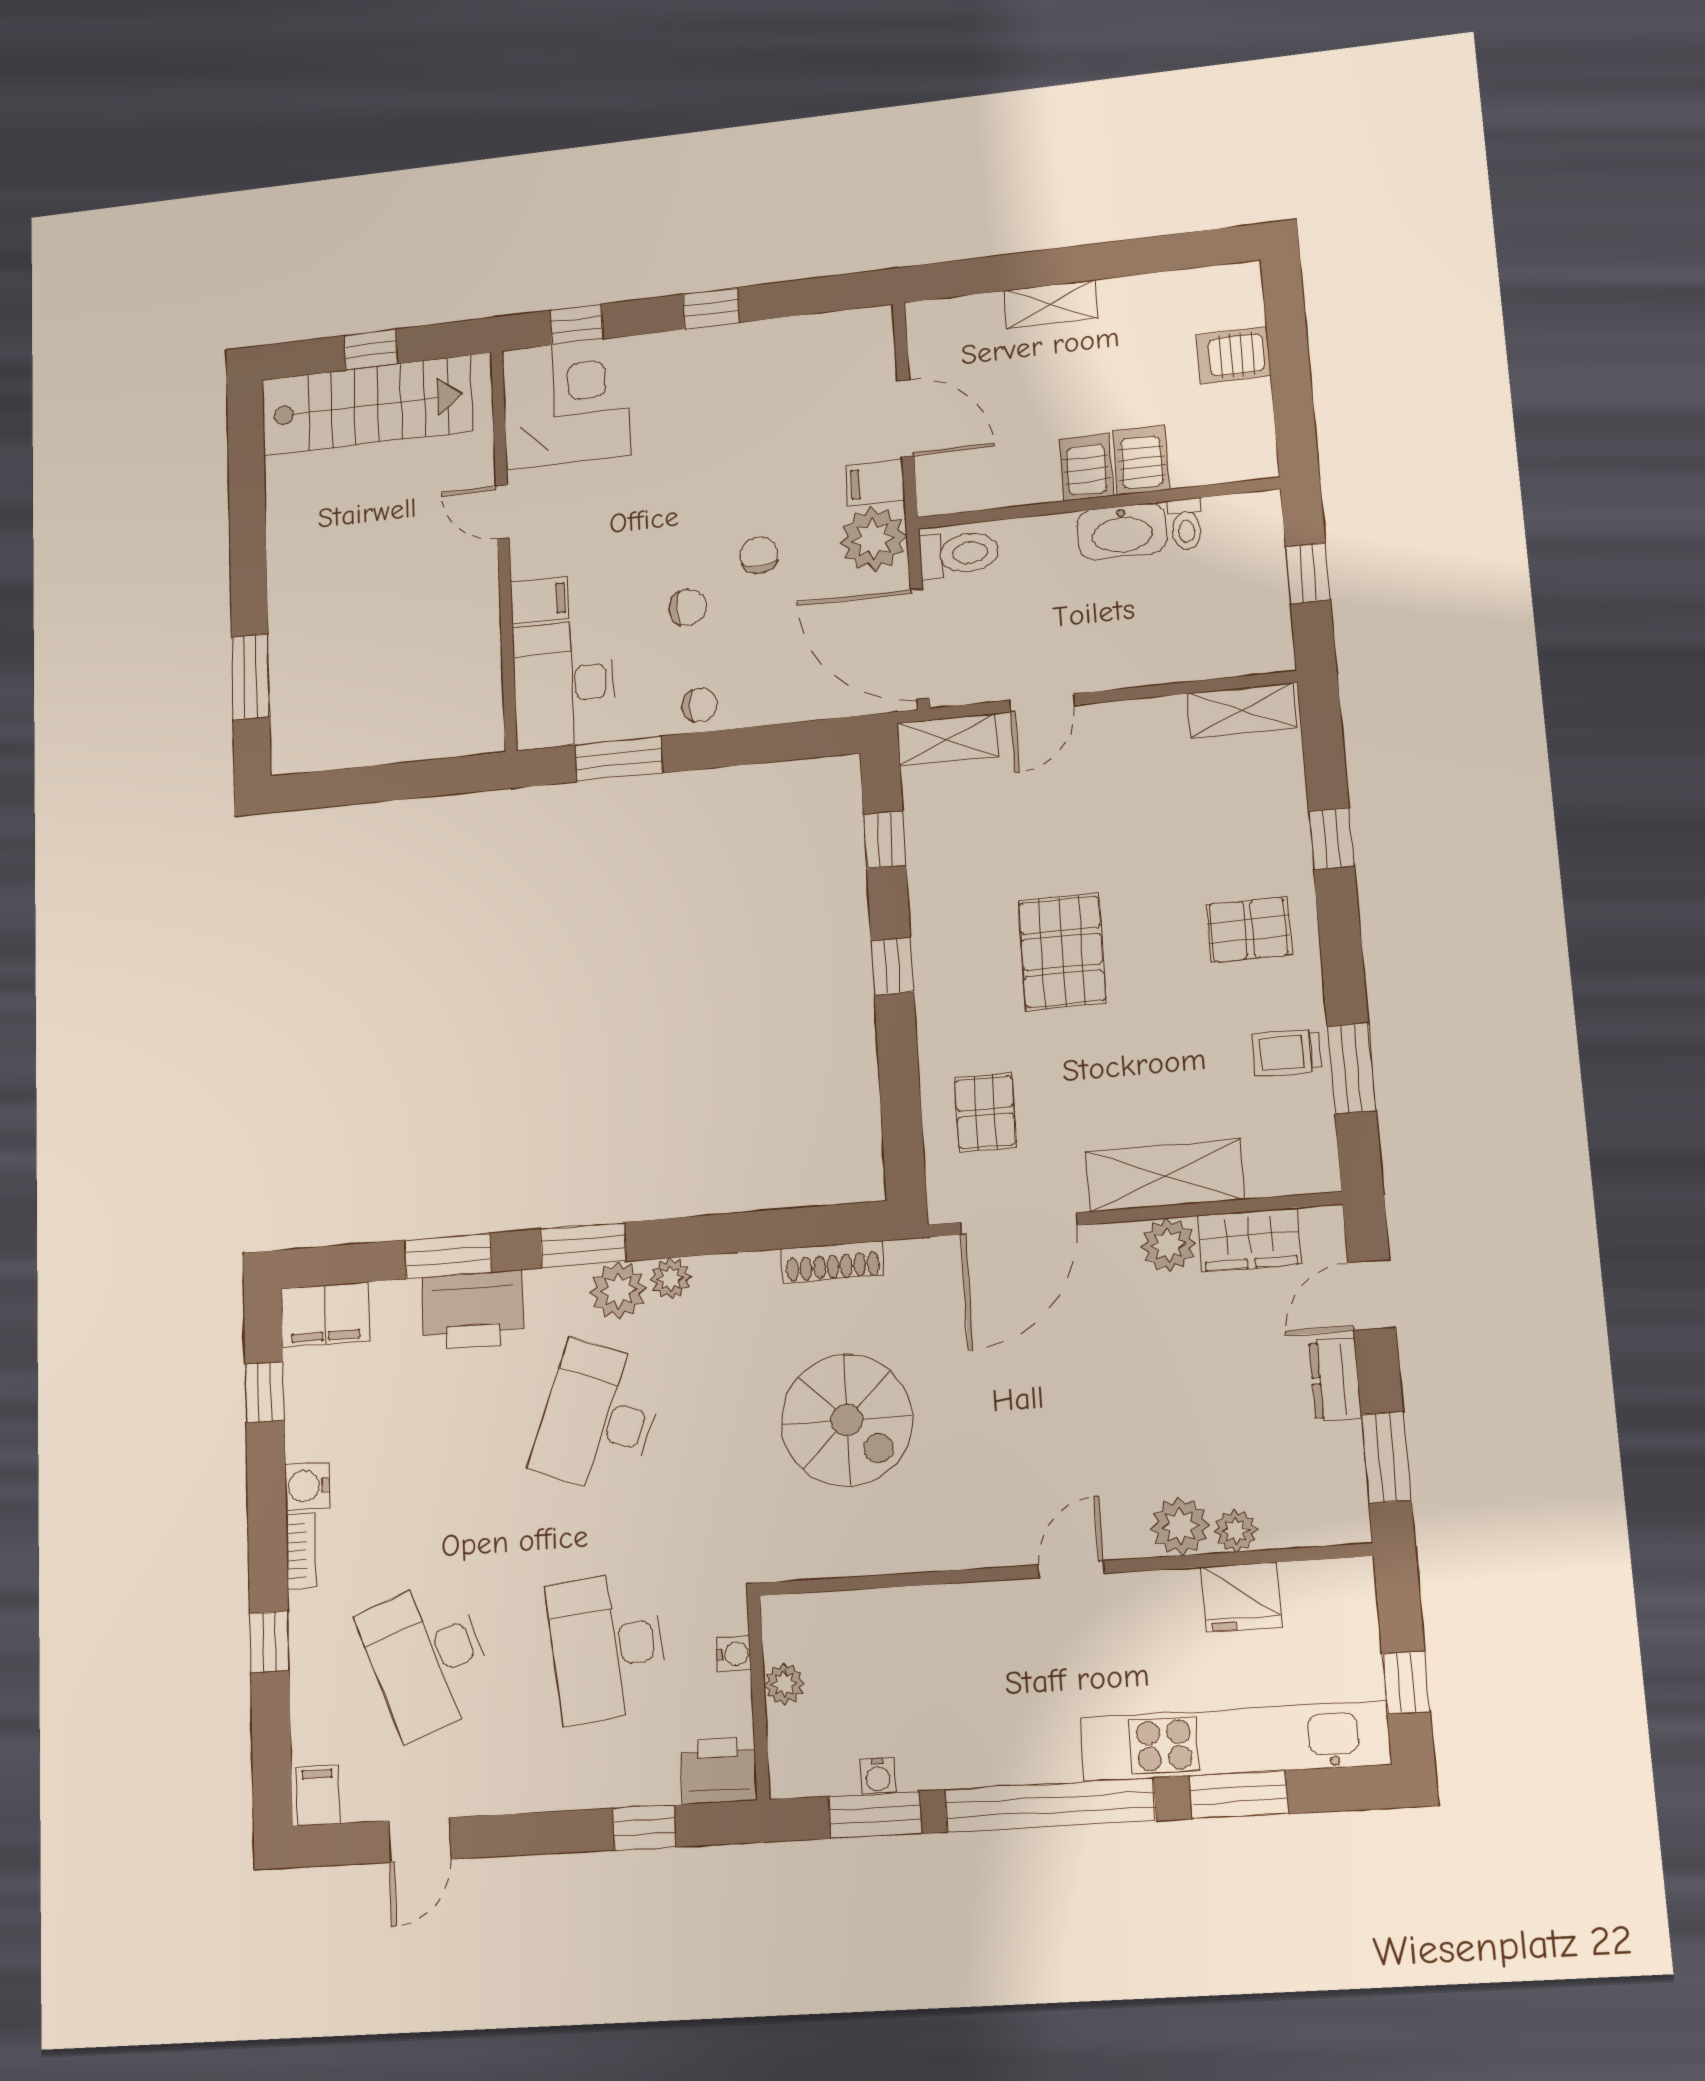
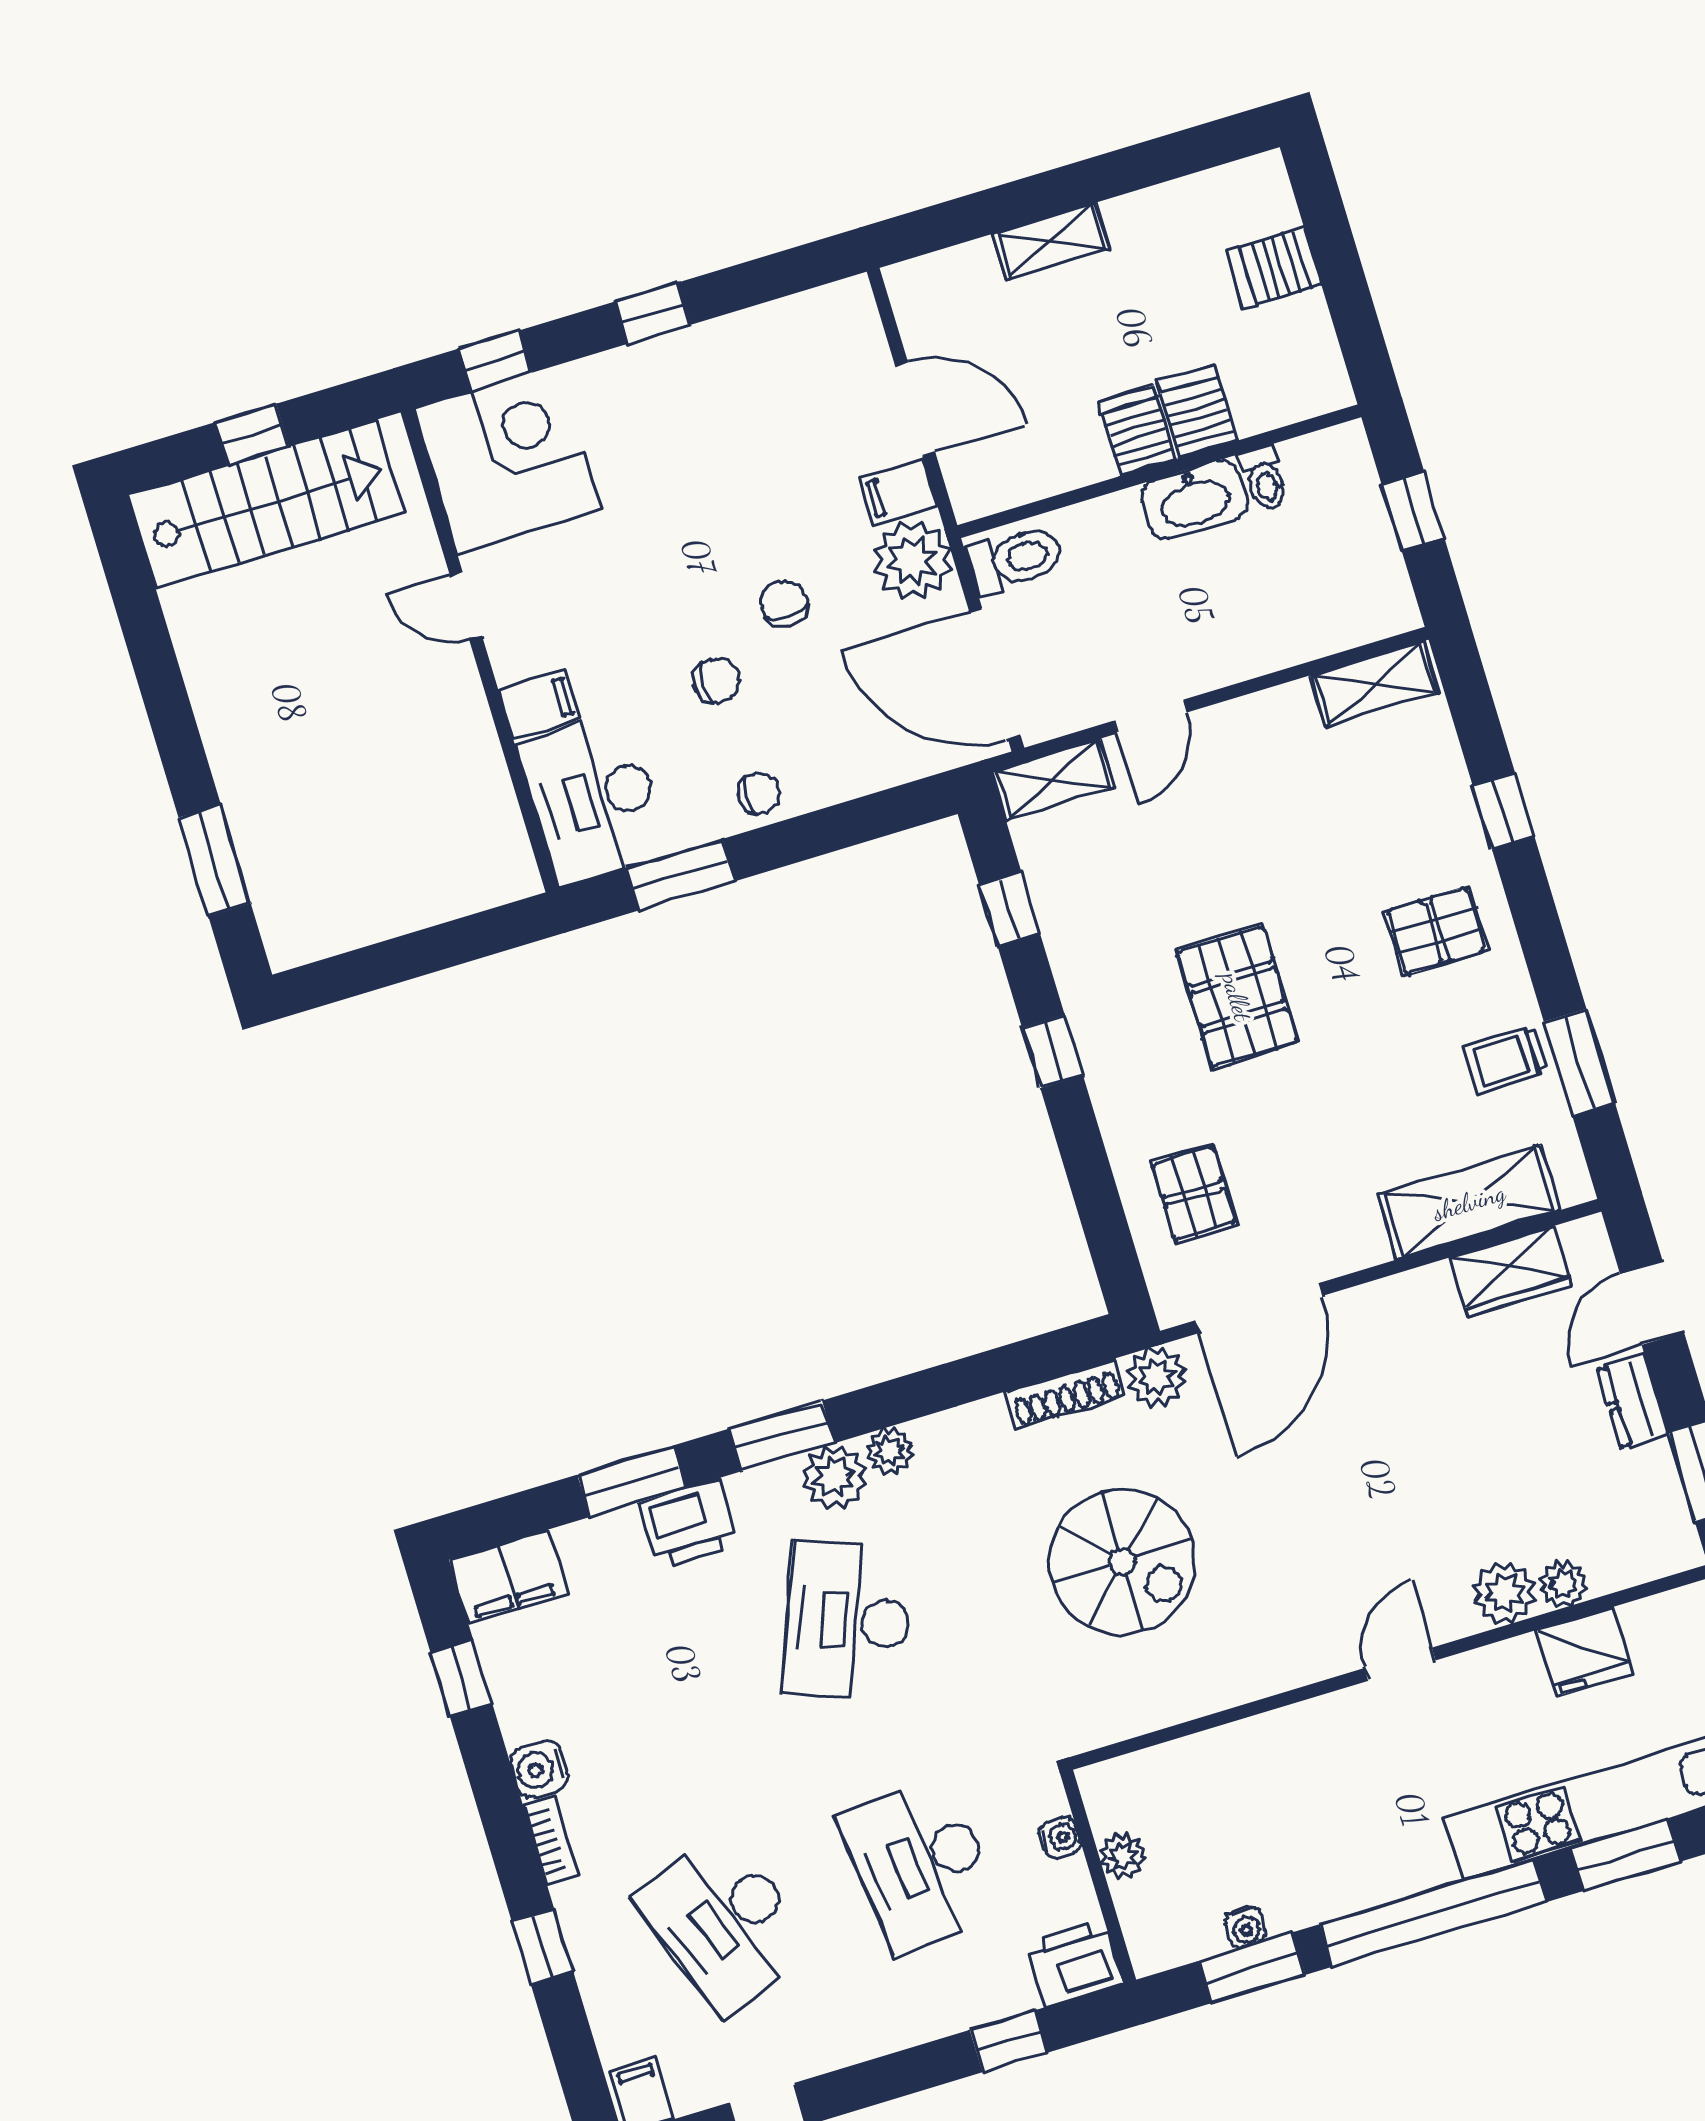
shelving: (1165, 1175) -> (1469, 1202), moved
plant: (1168, 1245) -> (1157, 1377), moved
printer: (473, 1310) -> (689, 1524), width x0.73, depth x0.84

